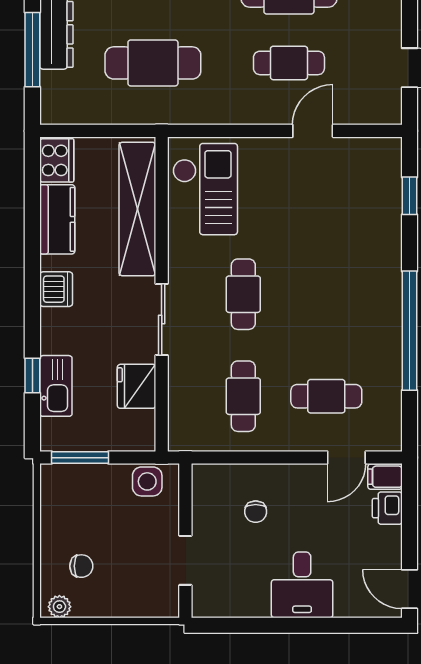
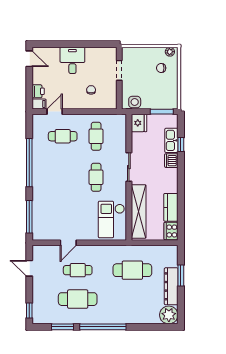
window: (32, 50) -> (181, 276), width x0.69
window: (409, 196) -> (29, 217), width x2.17
dishwasher: (56, 289) -> (171, 161), moved
fridge: (137, 386) -> (139, 123), moved

